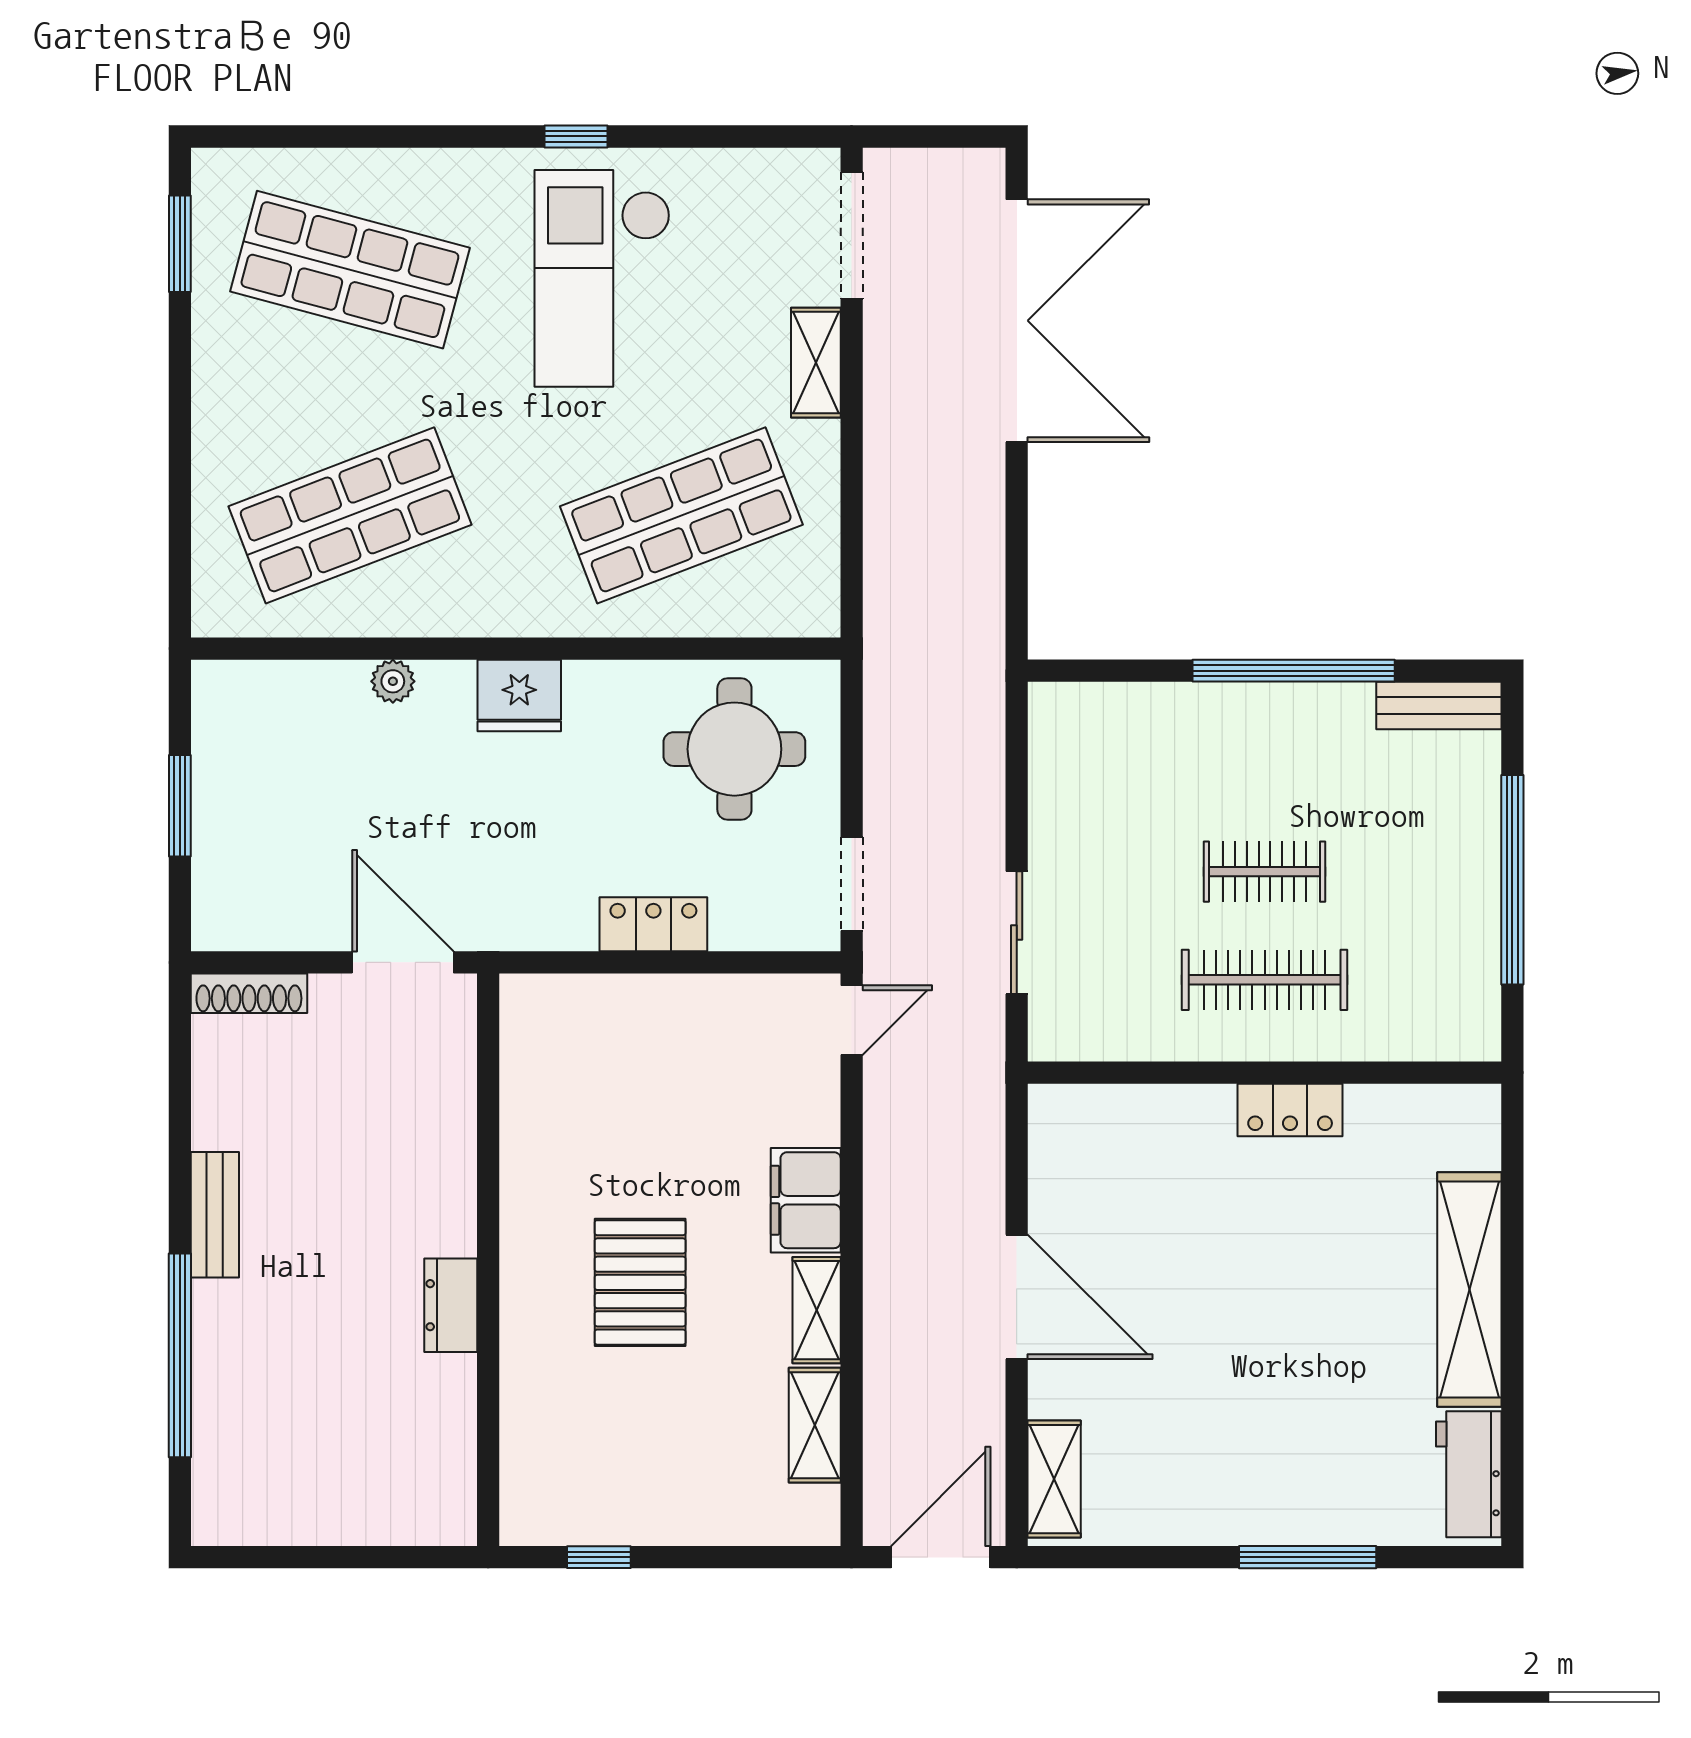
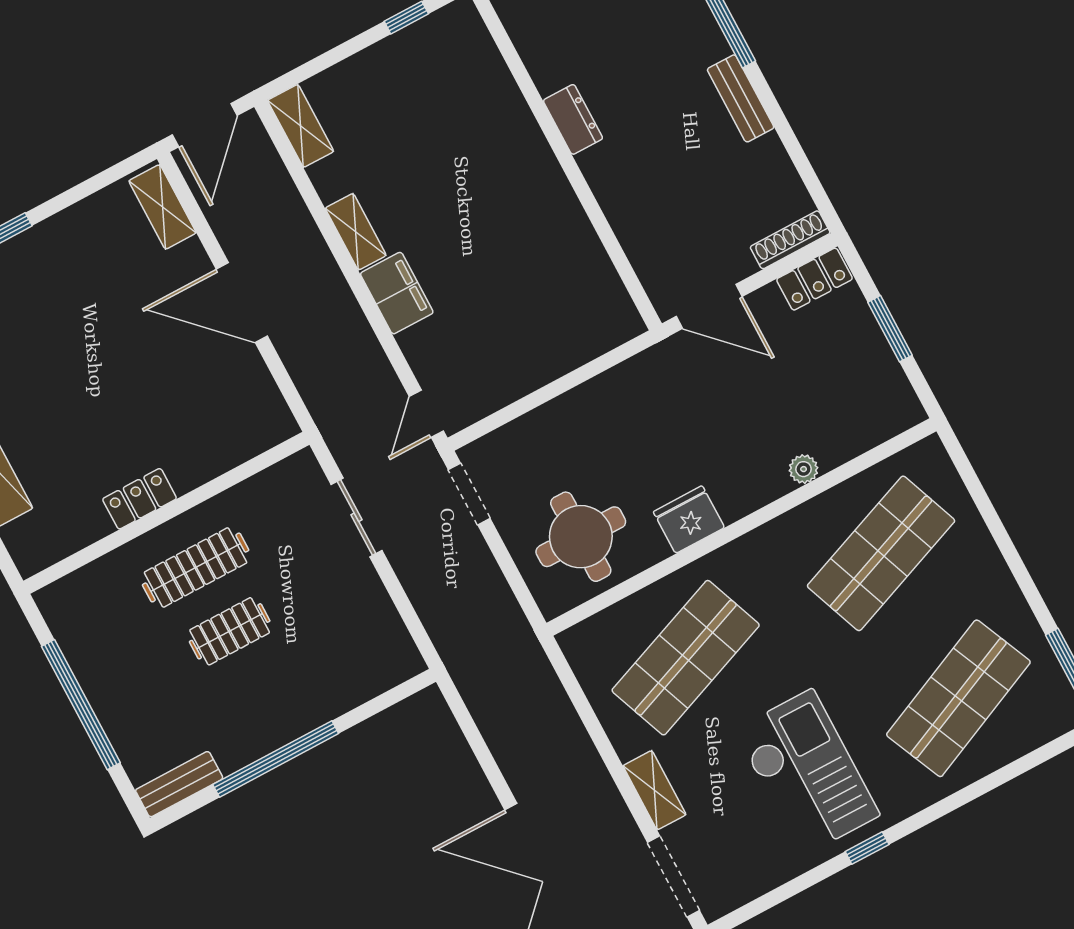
shop shelf: (350, 270) -> (958, 698), turned -39
fridge: (519, 695) -> (689, 520), moved
locker: (653, 924) -> (814, 279), moved
pallet: (640, 1282) -> (468, 193), removed
shelving: (815, 1425) -> (301, 126), moved

